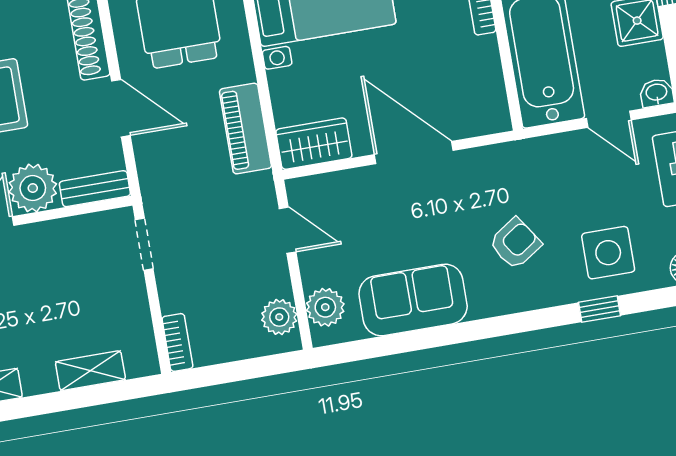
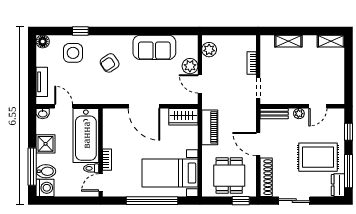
plant: (33, 188) -> (299, 114), width x0.53, depth x0.53
plant: (325, 307) -> (190, 66), moved
bookcase: (177, 342) -> (252, 63), moved

